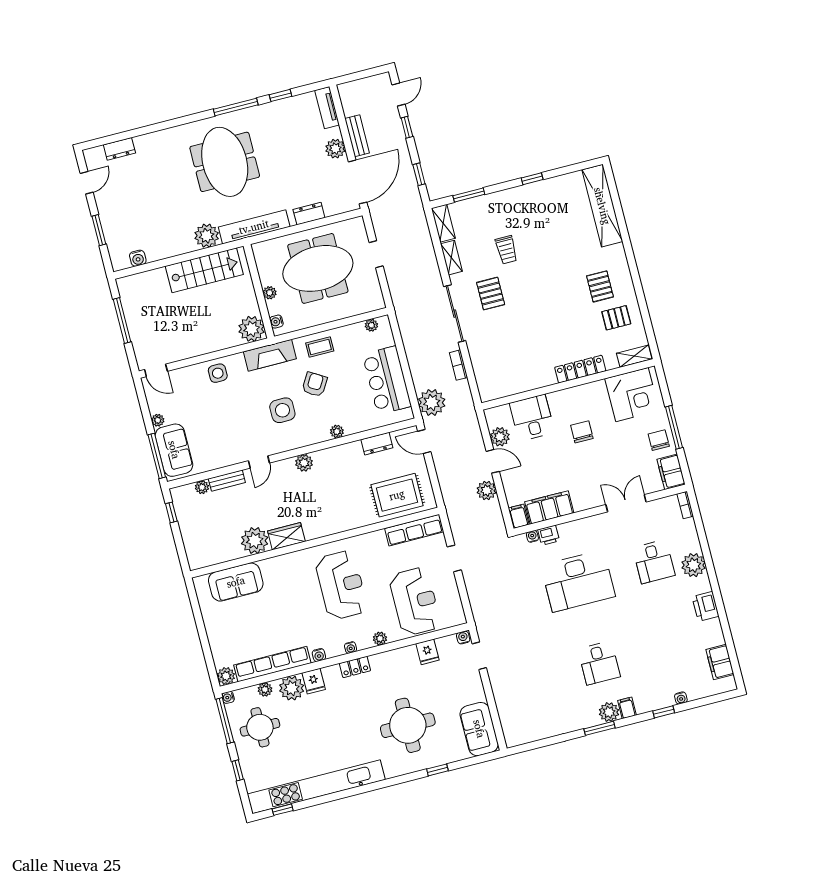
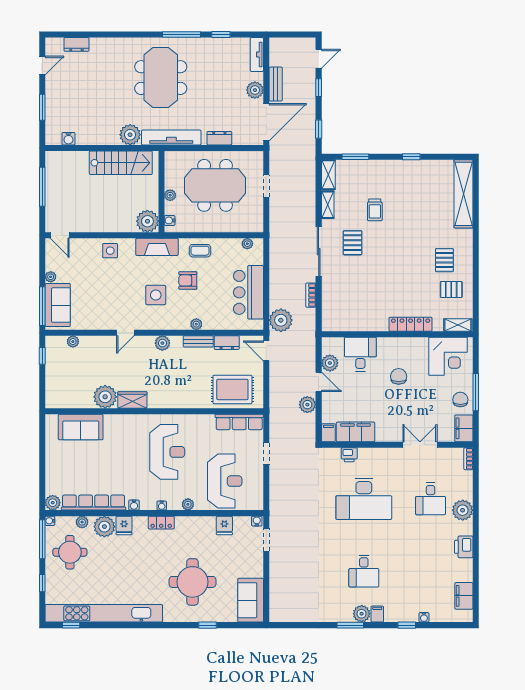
armchair: (315, 384) -> (188, 280), turned -121
bench: (227, 481) -> (198, 341), moved
water cooler: (532, 536) -> (336, 452), removed

